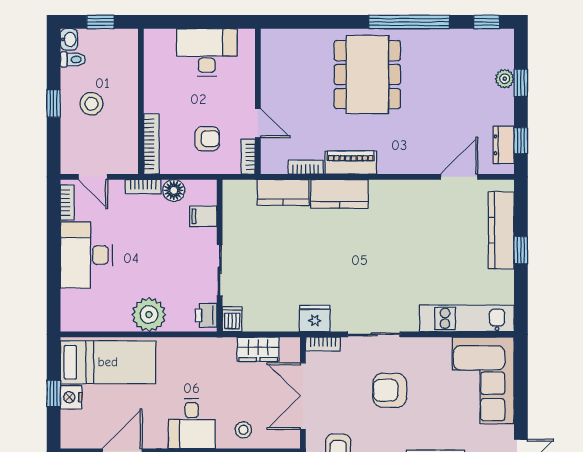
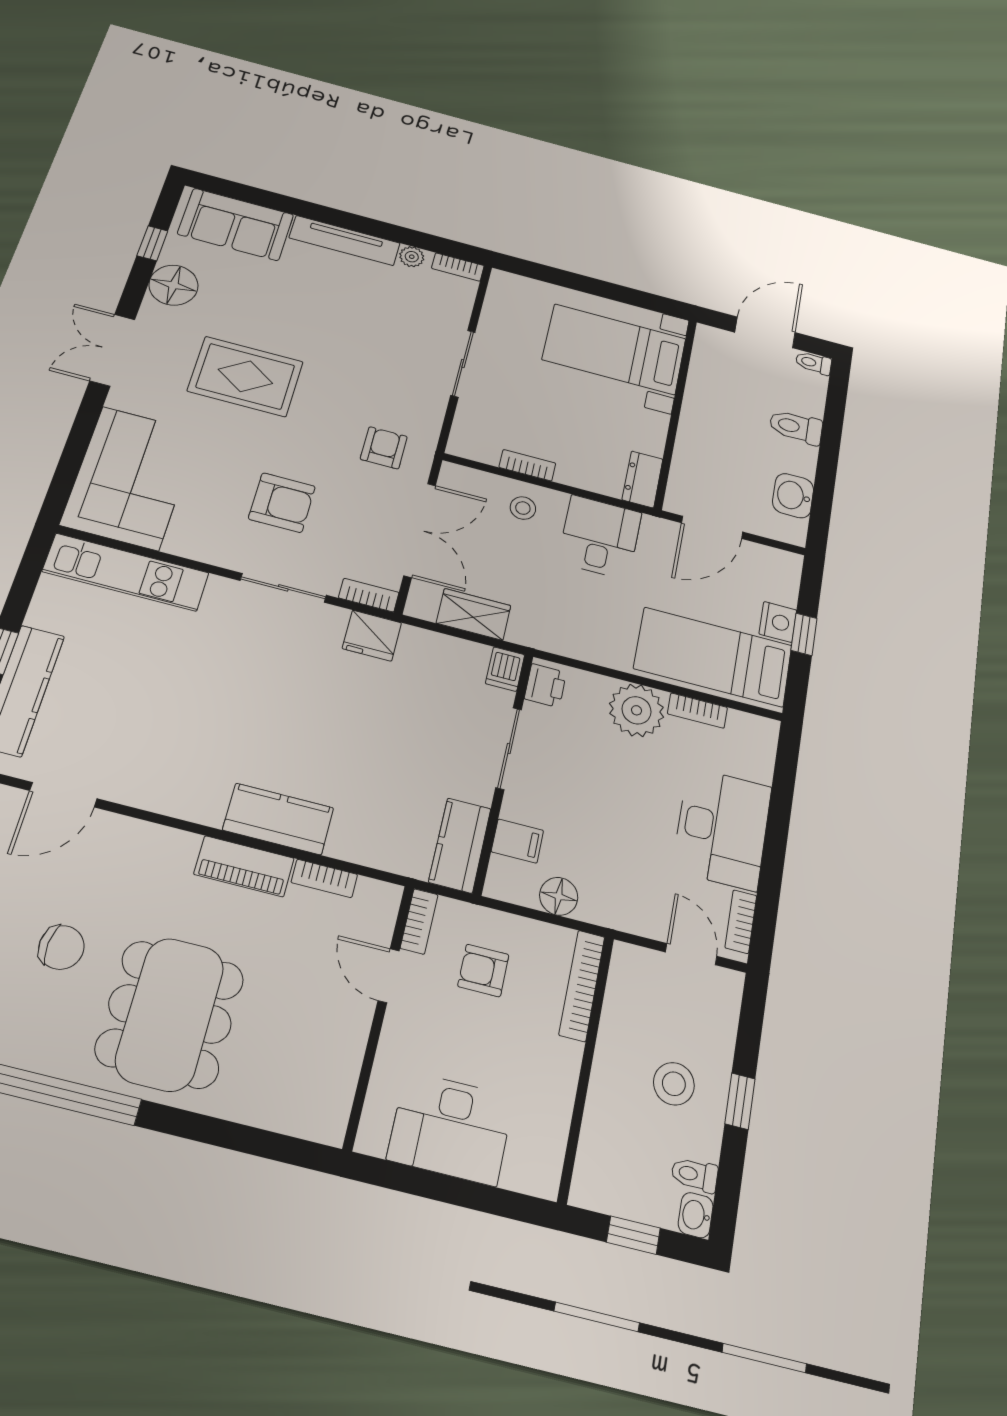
chair: (434, 95) -> (61, 947), added
bookcase: (143, 187) -> (697, 711), moved, turned 180
kitchen counter: (283, 192) -> (460, 845), moved, turned -90

